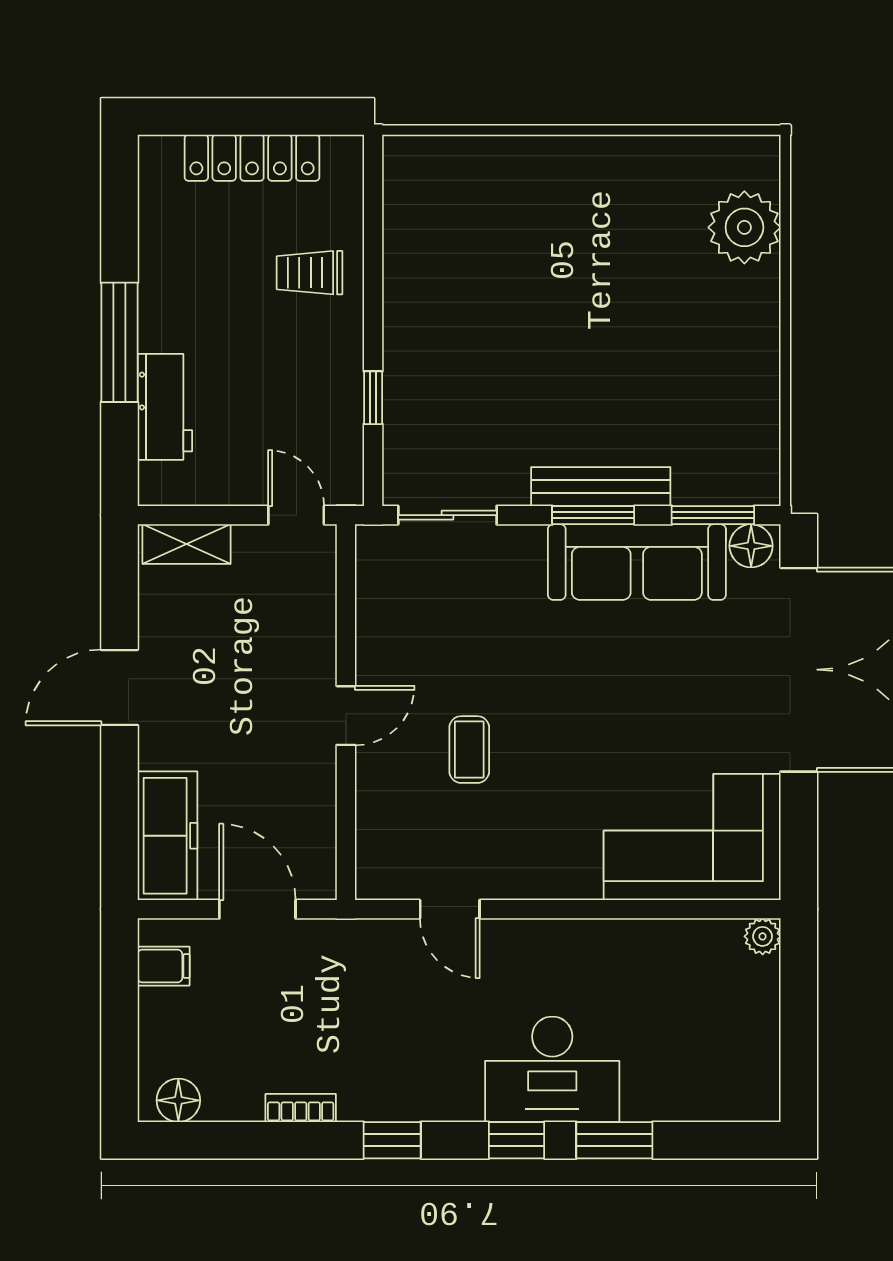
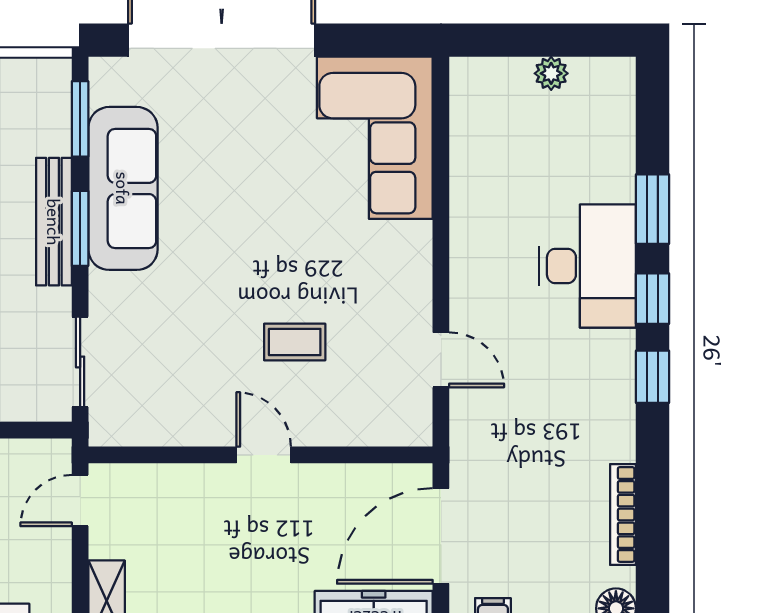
floor lamp: (751, 546) -> (108, 84), removed
door: (257, 909) -> (441, 536), width x1.36
door: (450, 909) -> (441, 360), hinge flipped
plant: (763, 936) -> (551, 73), moved
bookcase: (301, 1108) -> (623, 514), width x1.56
window: (392, 1140) -> (652, 377), moved

